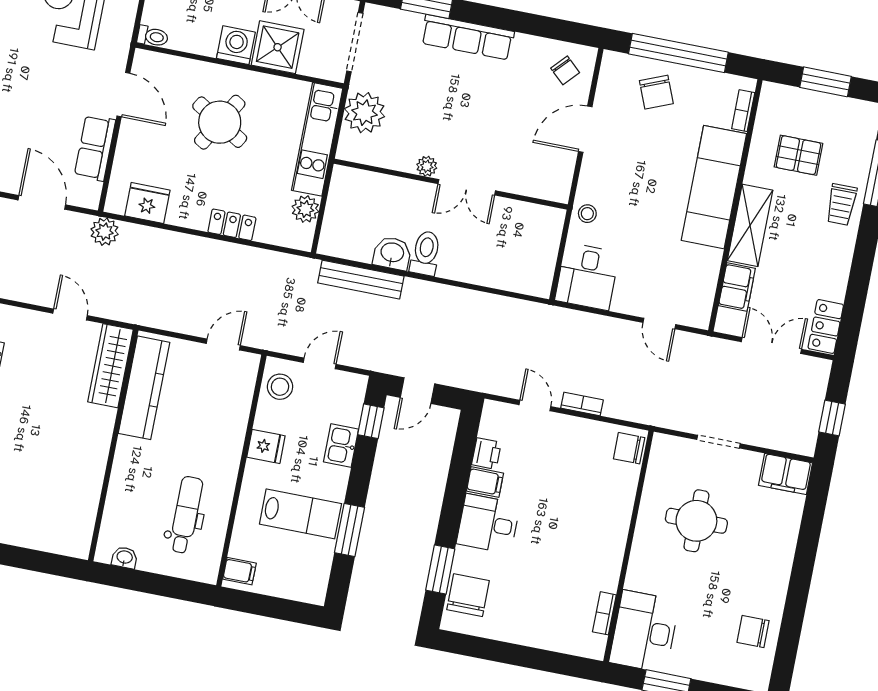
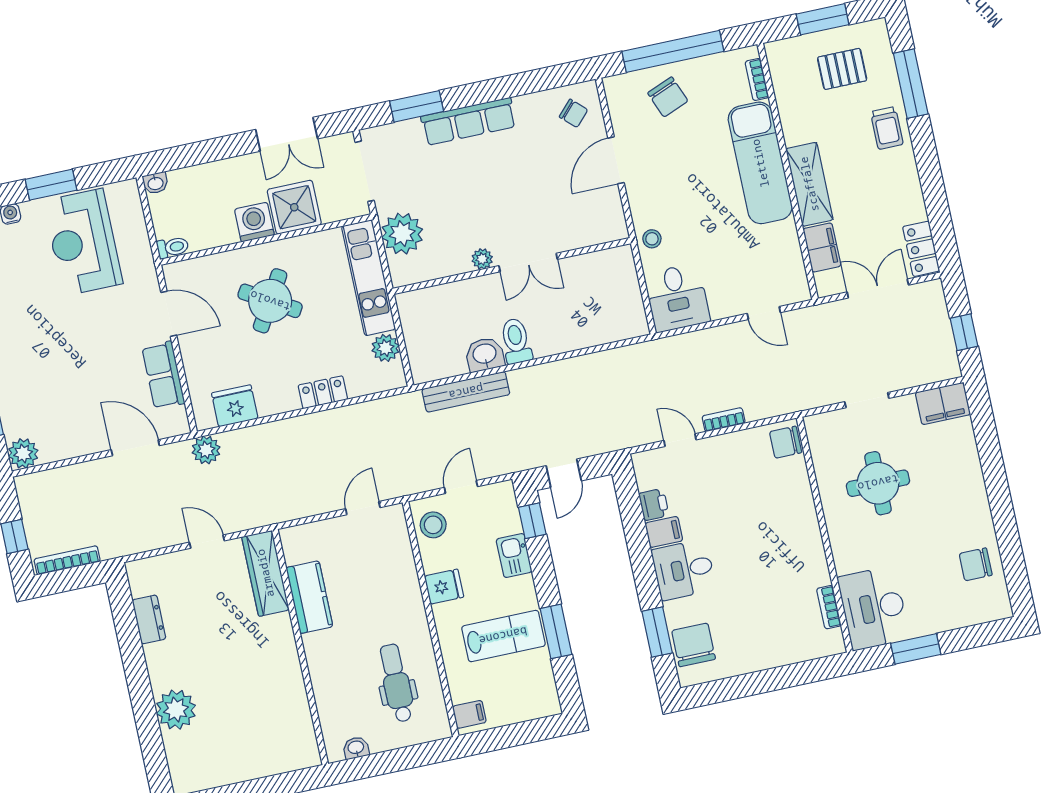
pallet: (798, 155) -> (842, 69), moved
kitchen counter: (144, 388) -> (309, 597), width x0.67

